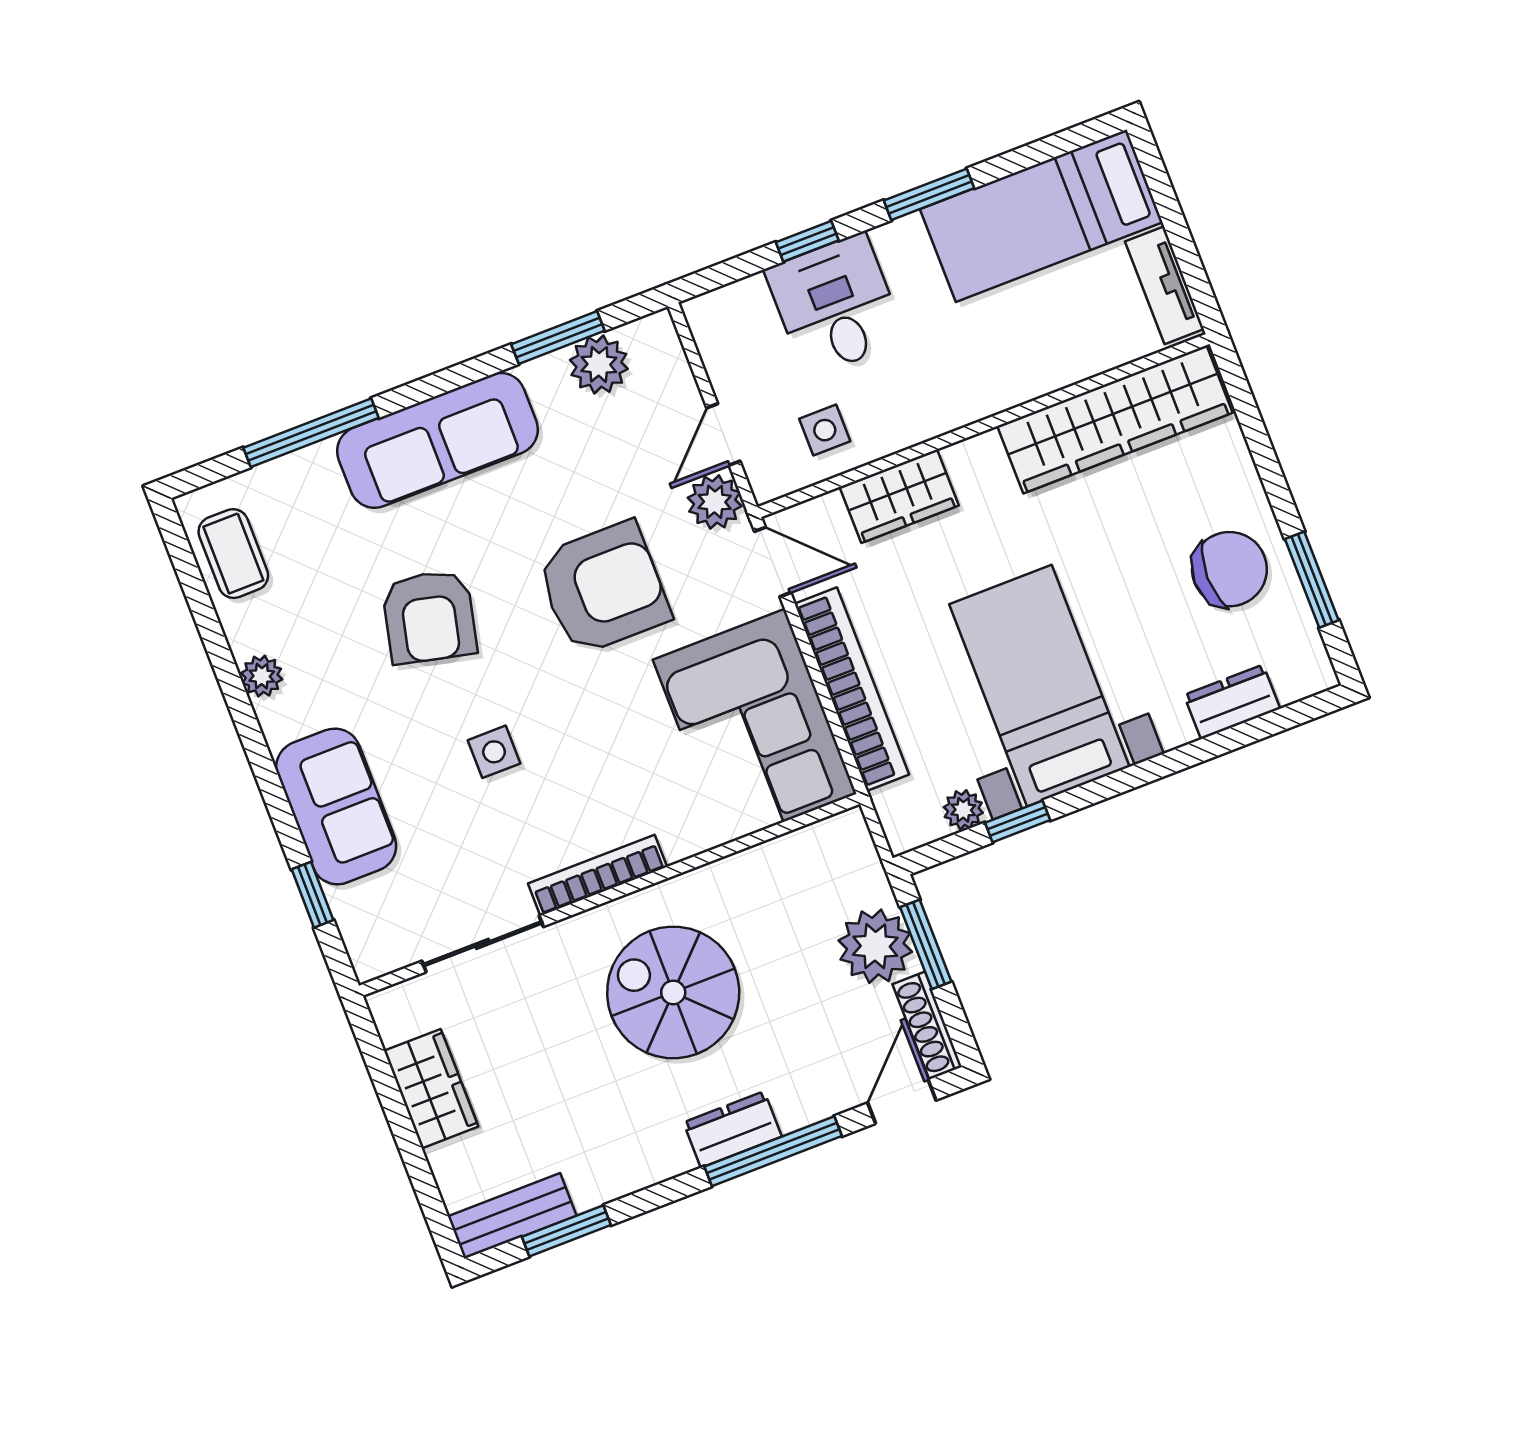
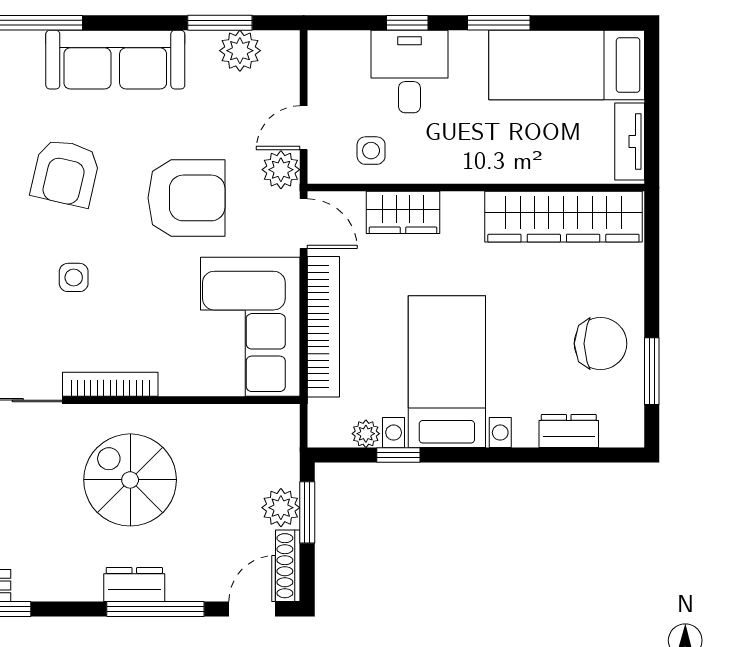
plant: (875, 946) -> (281, 508), width x0.73, depth x0.73

